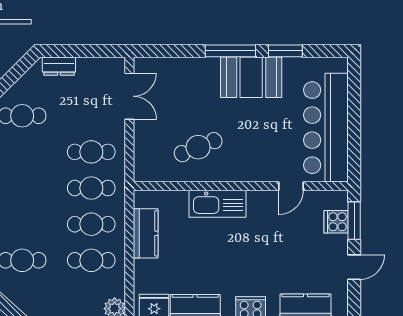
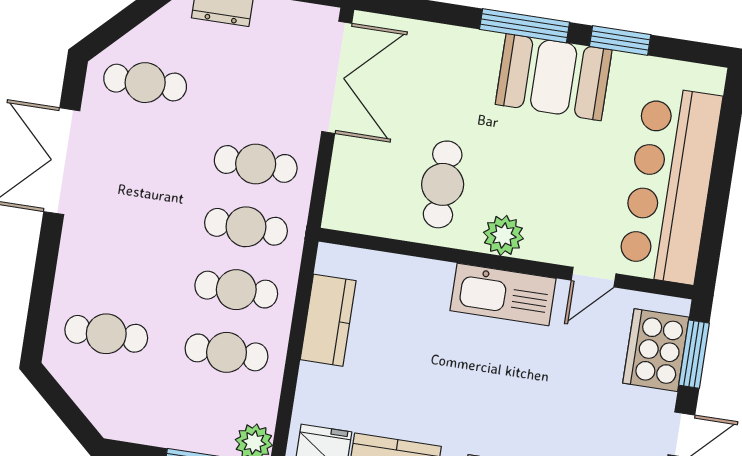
double door: (129, 96) -> (337, 77), width x1.37
cafe table: (198, 147) -> (443, 184), turned -68
plant: (237, 170) -> (503, 235), added
kitchen sink: (218, 204) -> (503, 294), moved
cooker: (336, 222) -> (656, 350), width x1.87, depth x1.31

